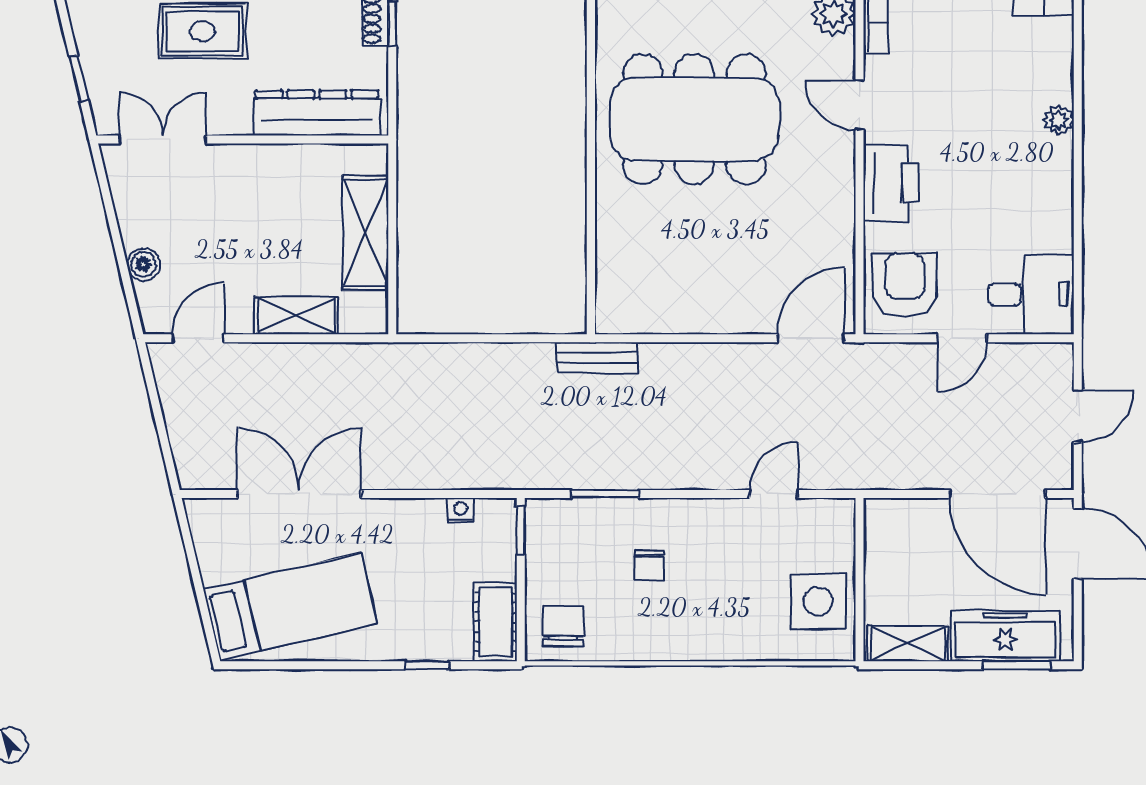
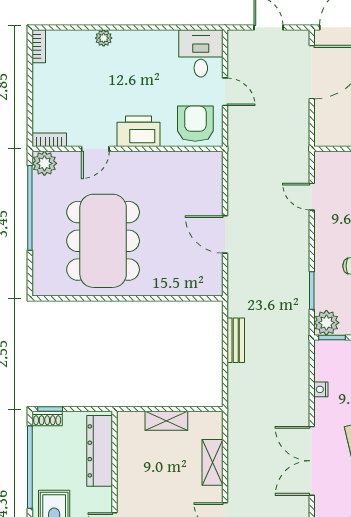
shelving: (365, 233) -> (166, 421), width x0.67, depth x0.75
armchair: (905, 285) -> (195, 124), turned 90
door: (811, 338) -> (225, 234), moved
bench: (597, 357) -> (236, 340), moved
nightstand: (461, 510) -> (321, 389), moved
plant: (547, 520) -> (326, 323), added

